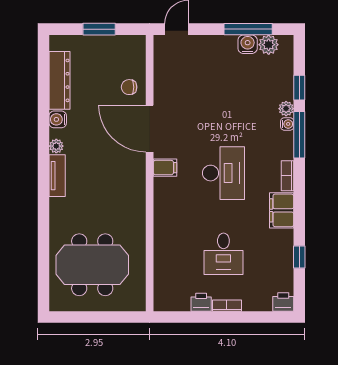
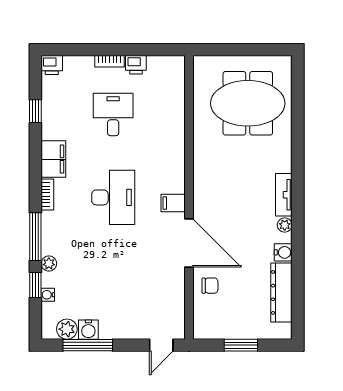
water cooler: (287, 124) -> (48, 295), moved
desk: (223, 173) -> (113, 197), turned 180

